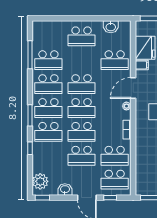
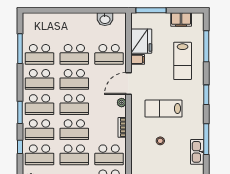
school desk: (82, 36) -> (74, 54), moved
school desk: (48, 156) -> (39, 155), added

